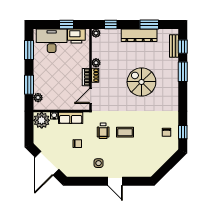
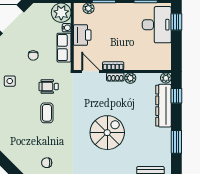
window: (67, 24) -> (176, 22), moved
dresser: (139, 35) -> (163, 106), moved
printer: (76, 36) -> (82, 35), moved, turned 180

